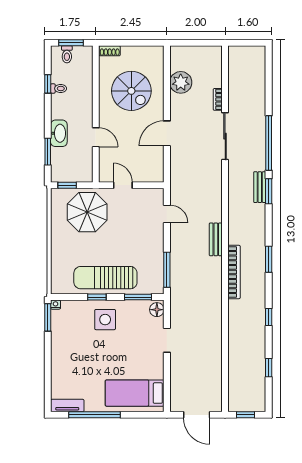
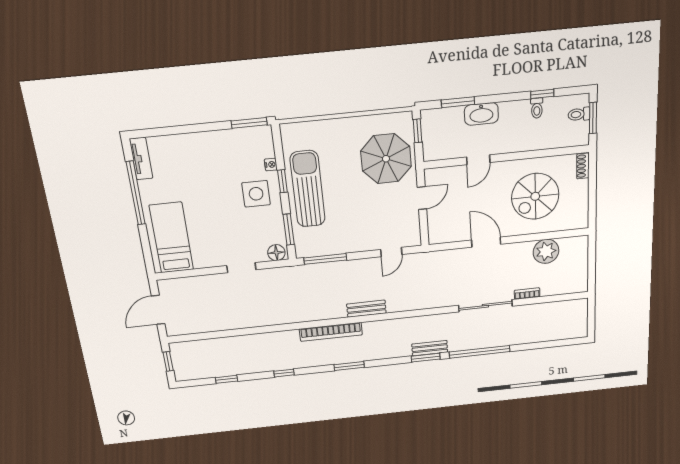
nightstand: (56, 305) -> (271, 165), moved

